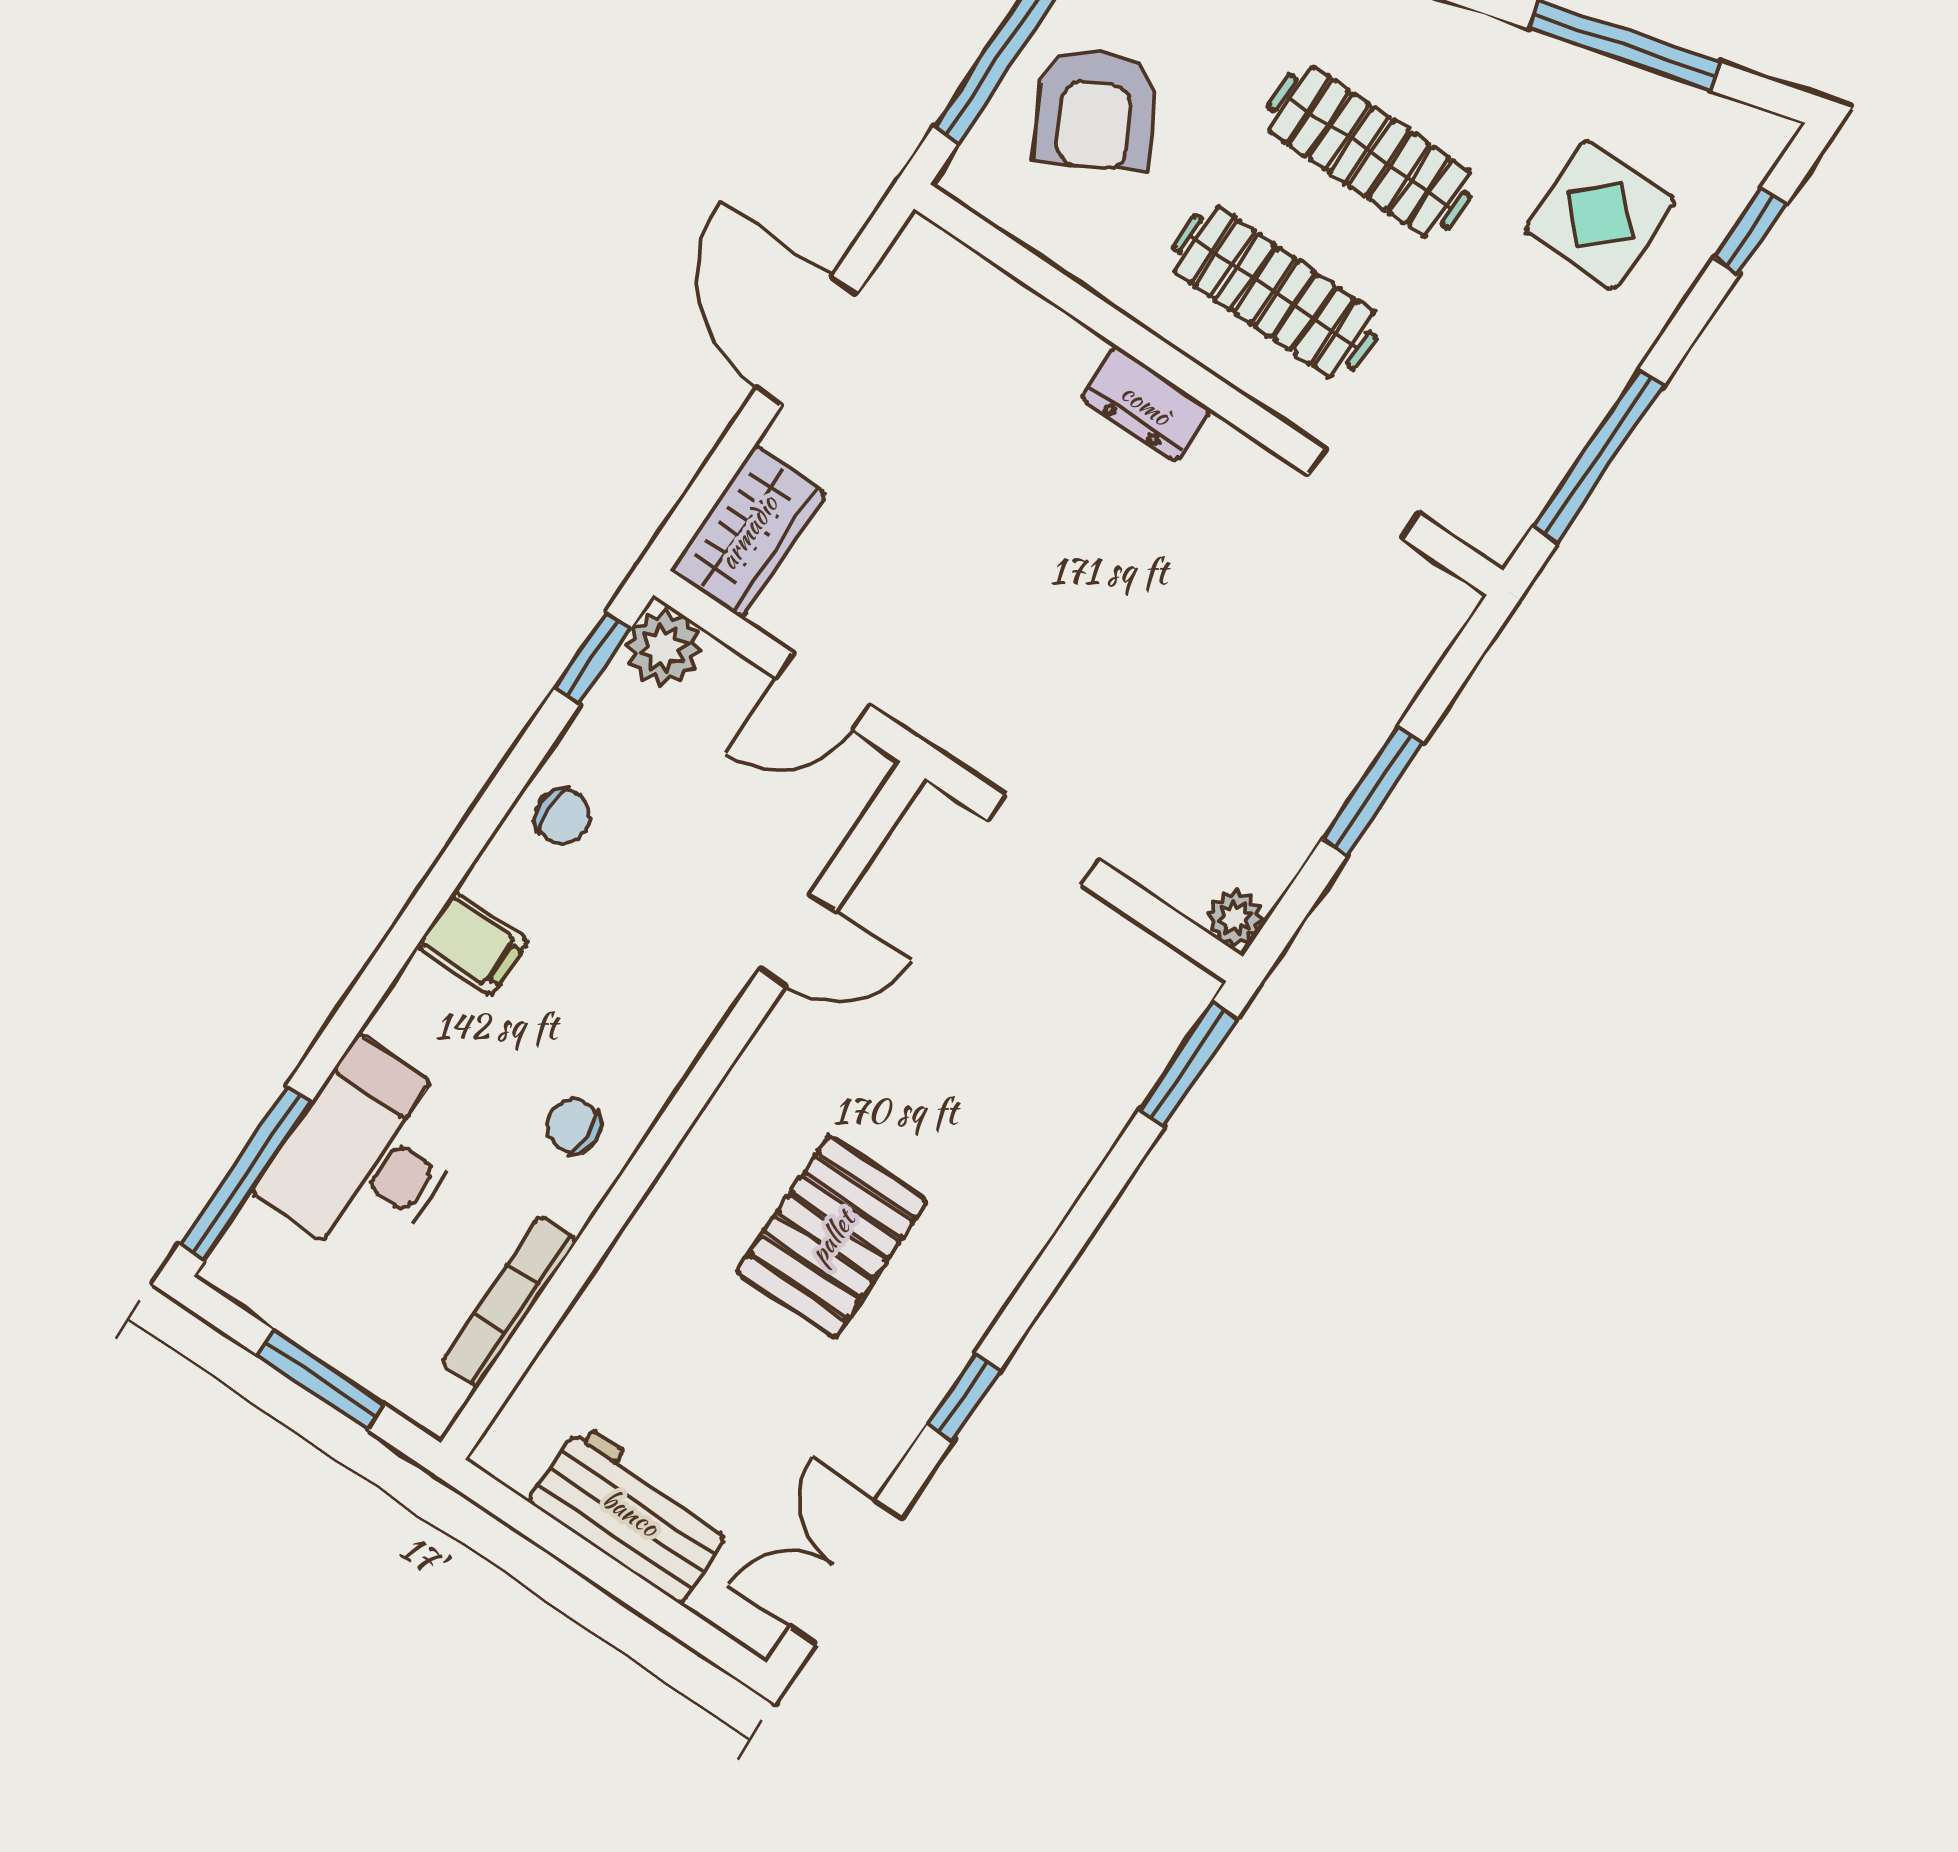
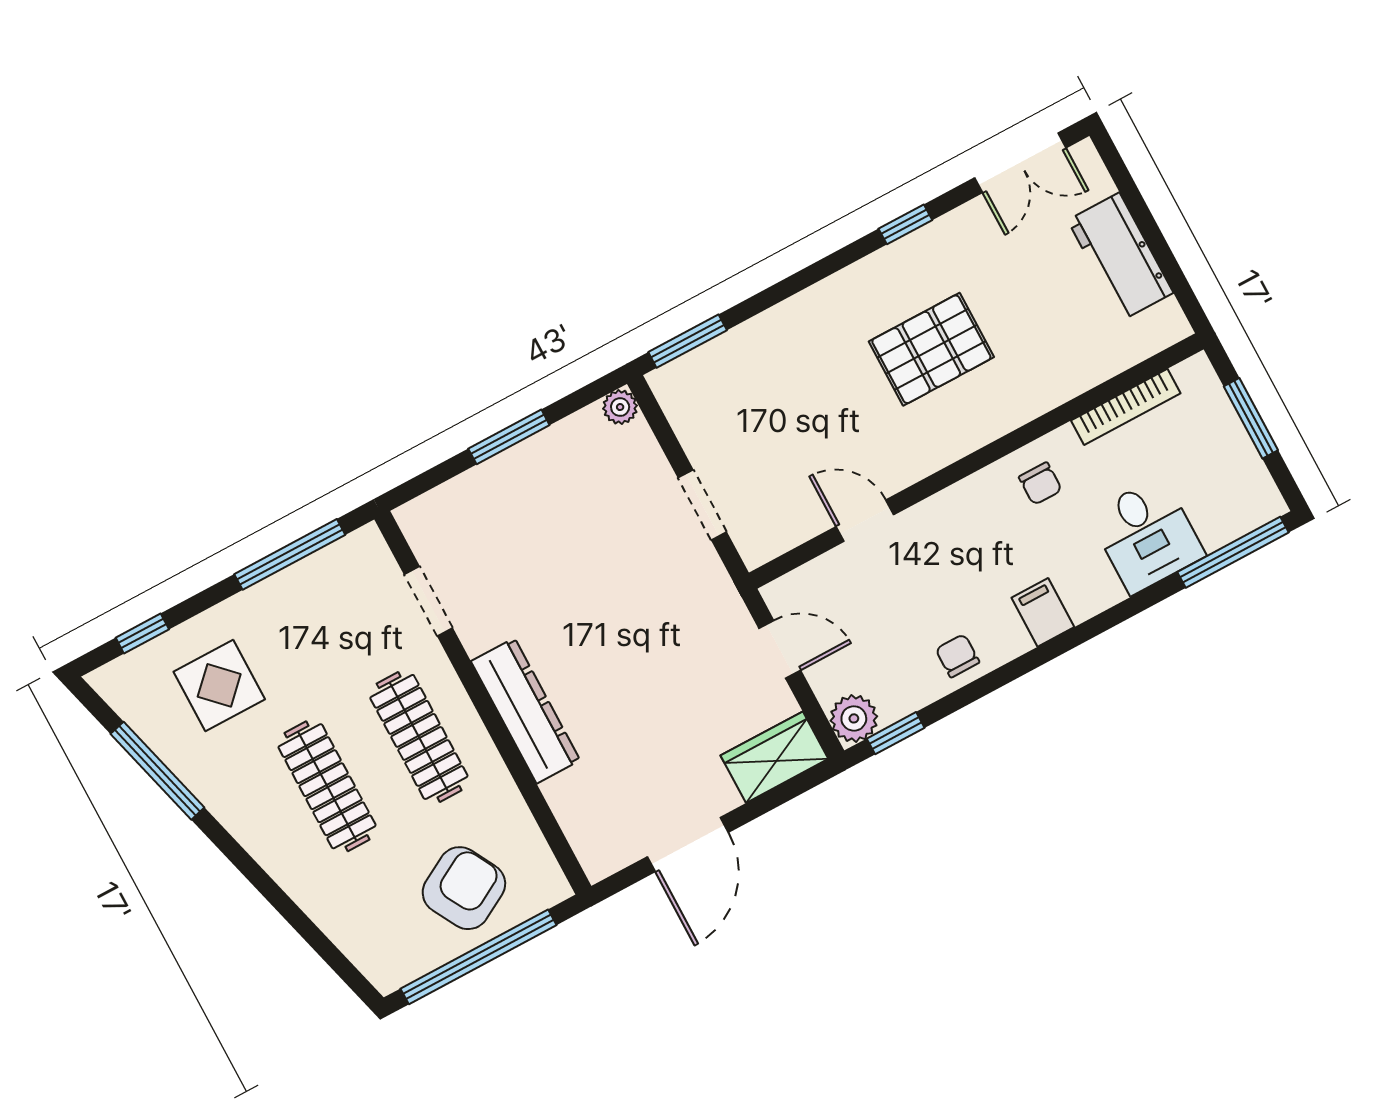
dresser: (1146, 404) -> (526, 711), width x1.96, depth x1.24
desk: (367, 1155) -> (1147, 535), width x0.73

